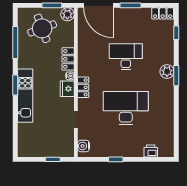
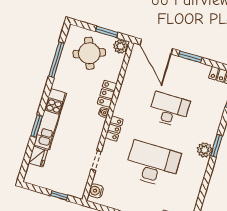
plant: (167, 71) -> (205, 150), moved
window: (15, 85) -> (37, 126), moved
fridge: (67, 89) -> (38, 157), moved, turned 180

